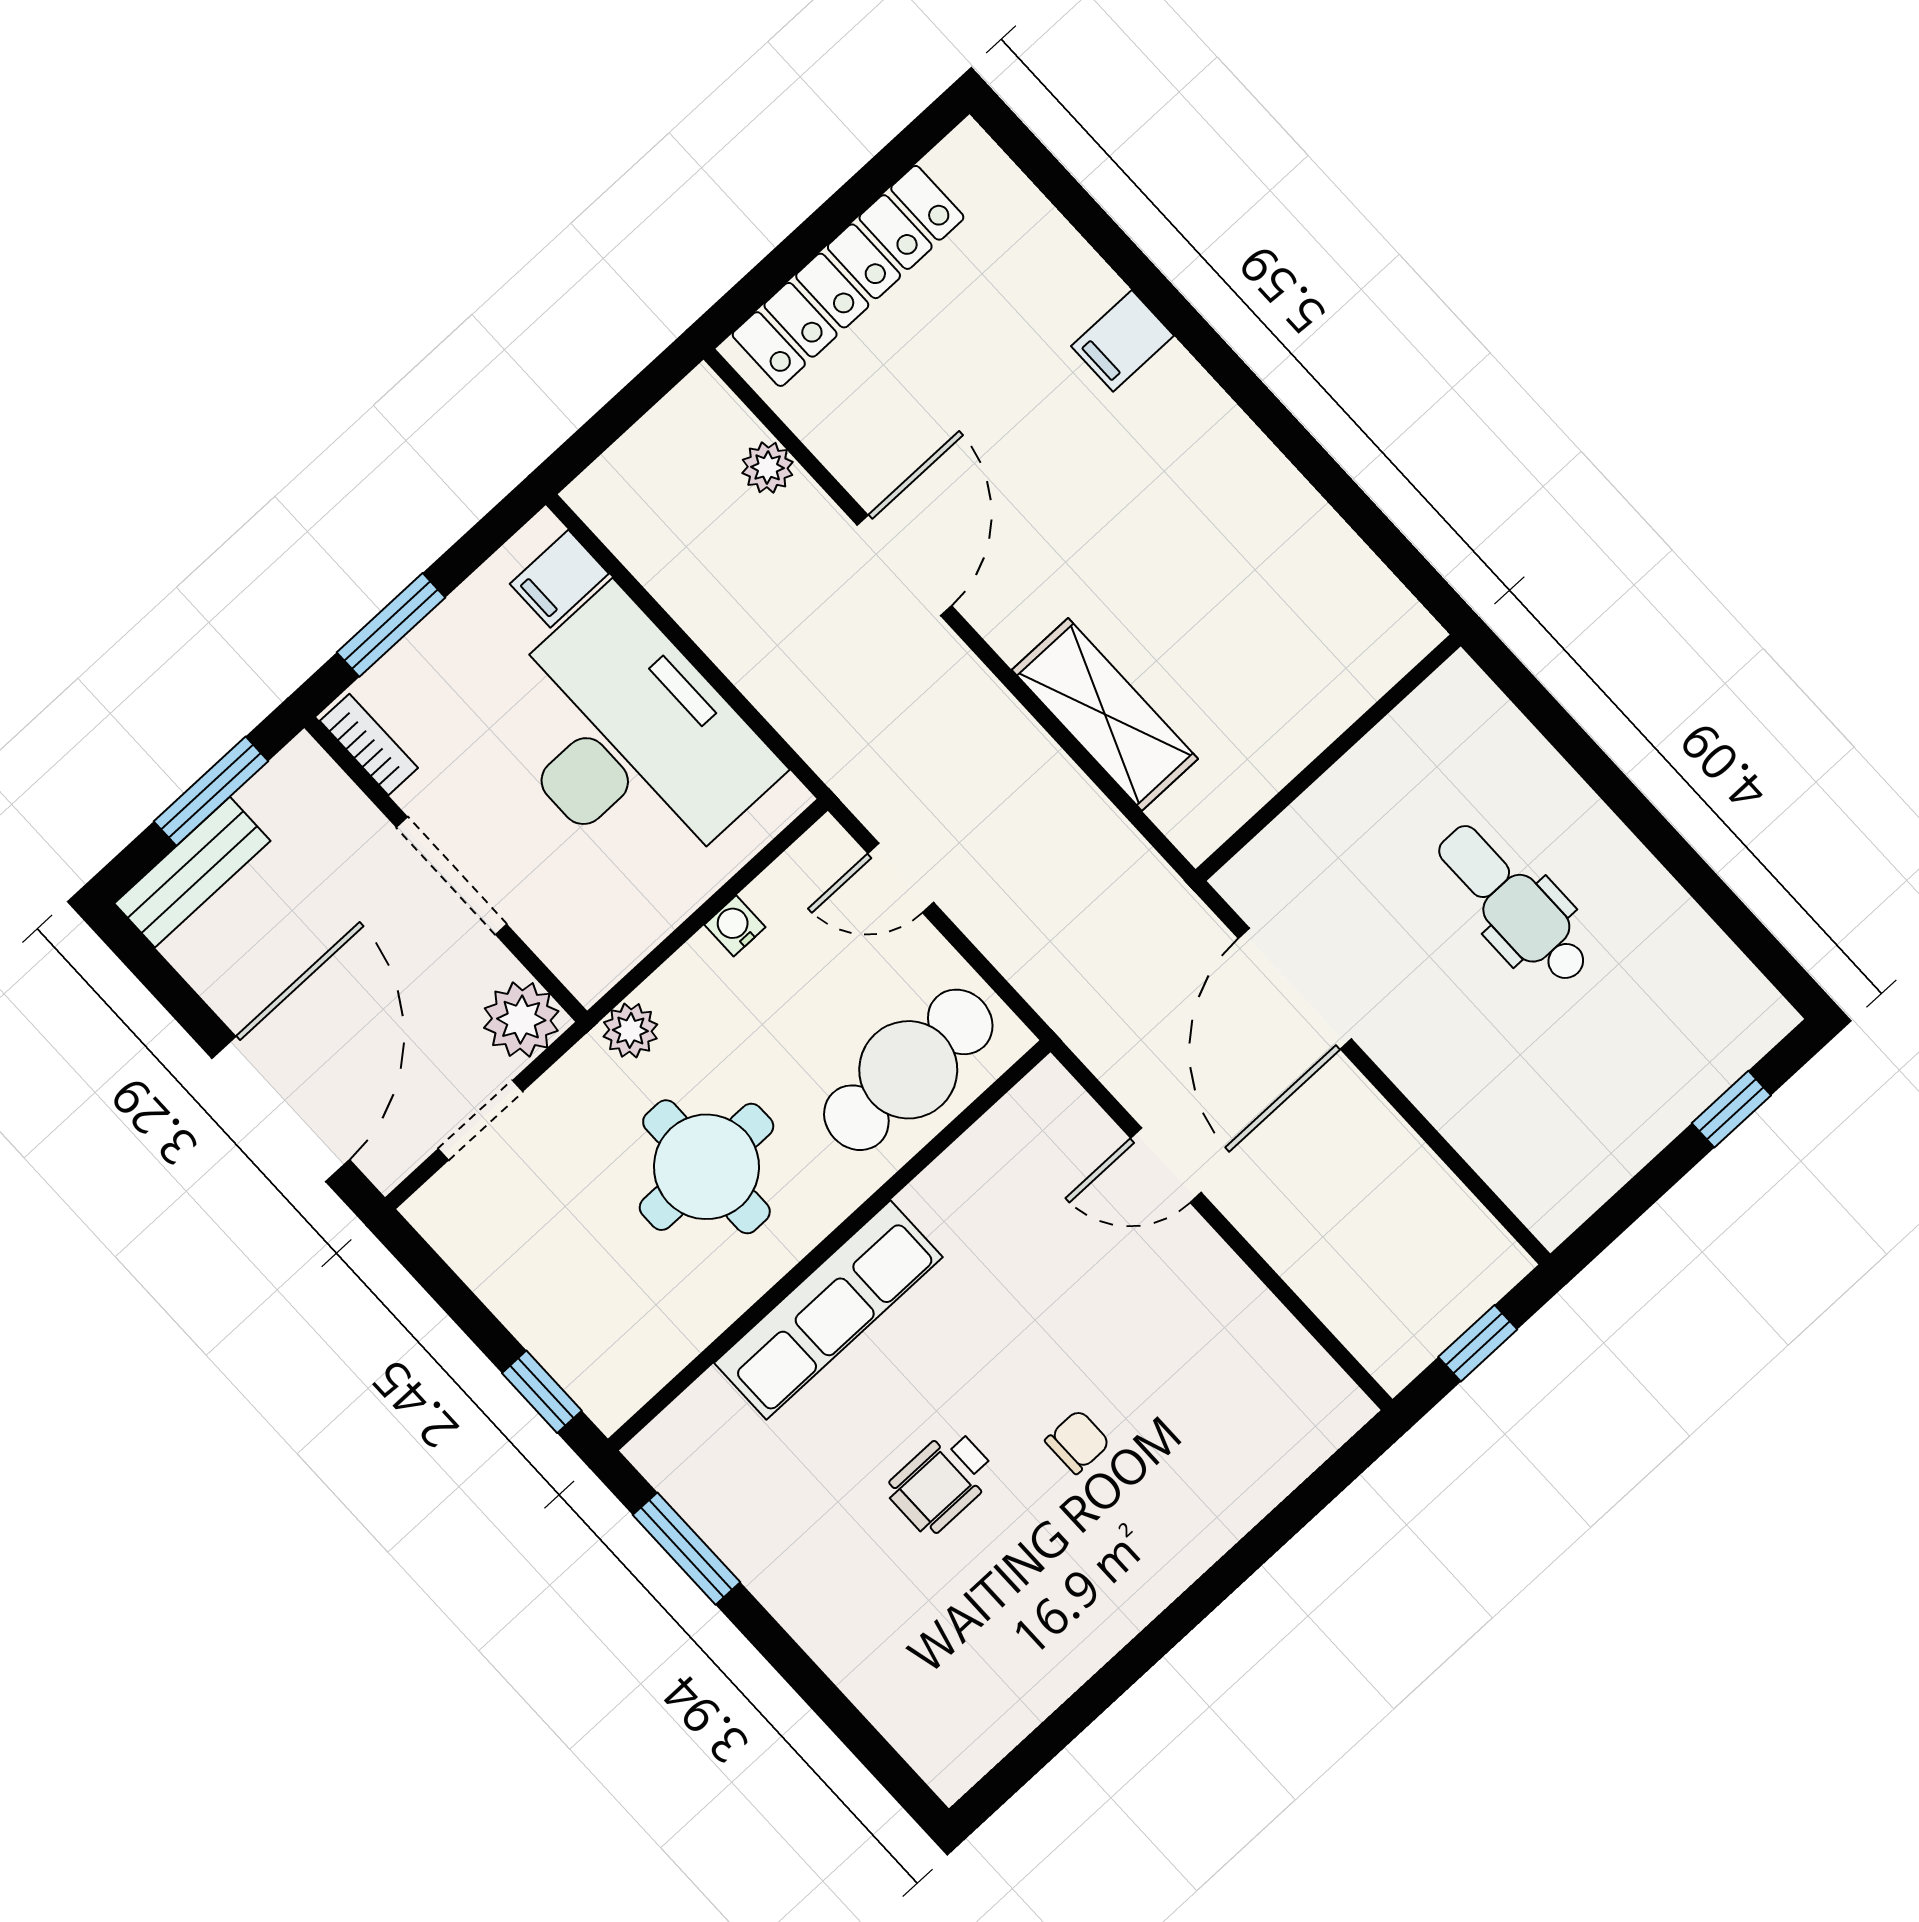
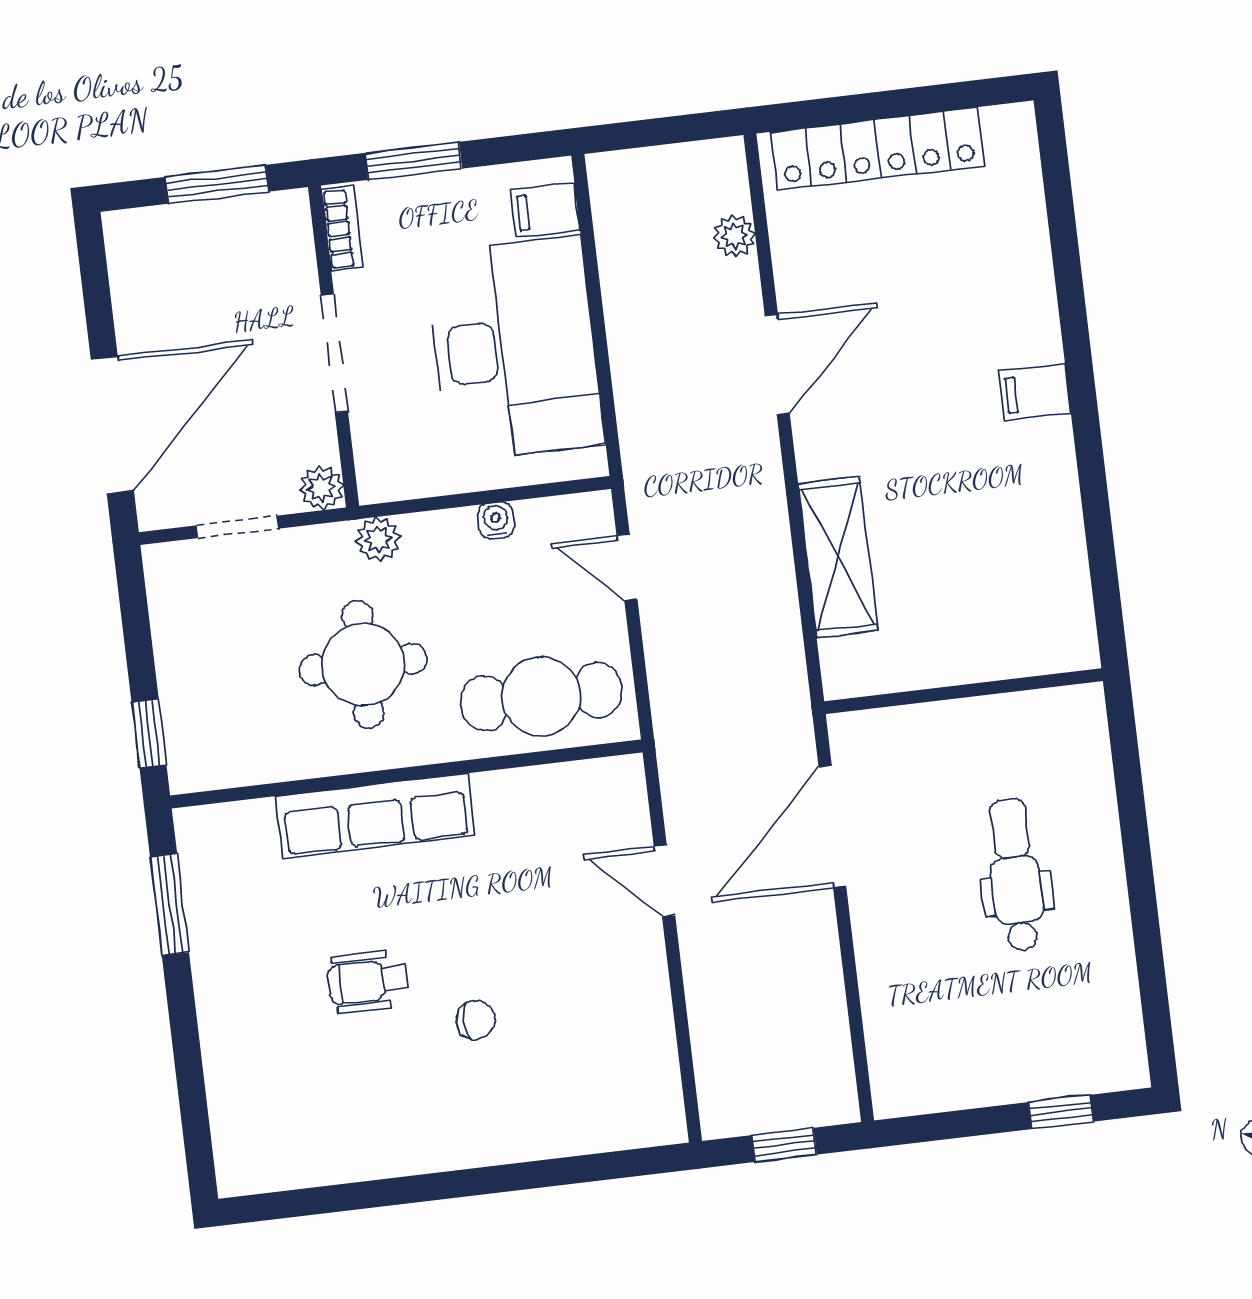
filing cabinet: (1122, 341) -> (1035, 393), moved
bench: (192, 872) -> (167, 228), removed
plant: (521, 1020) -> (321, 488), width x0.73, depth x0.73

